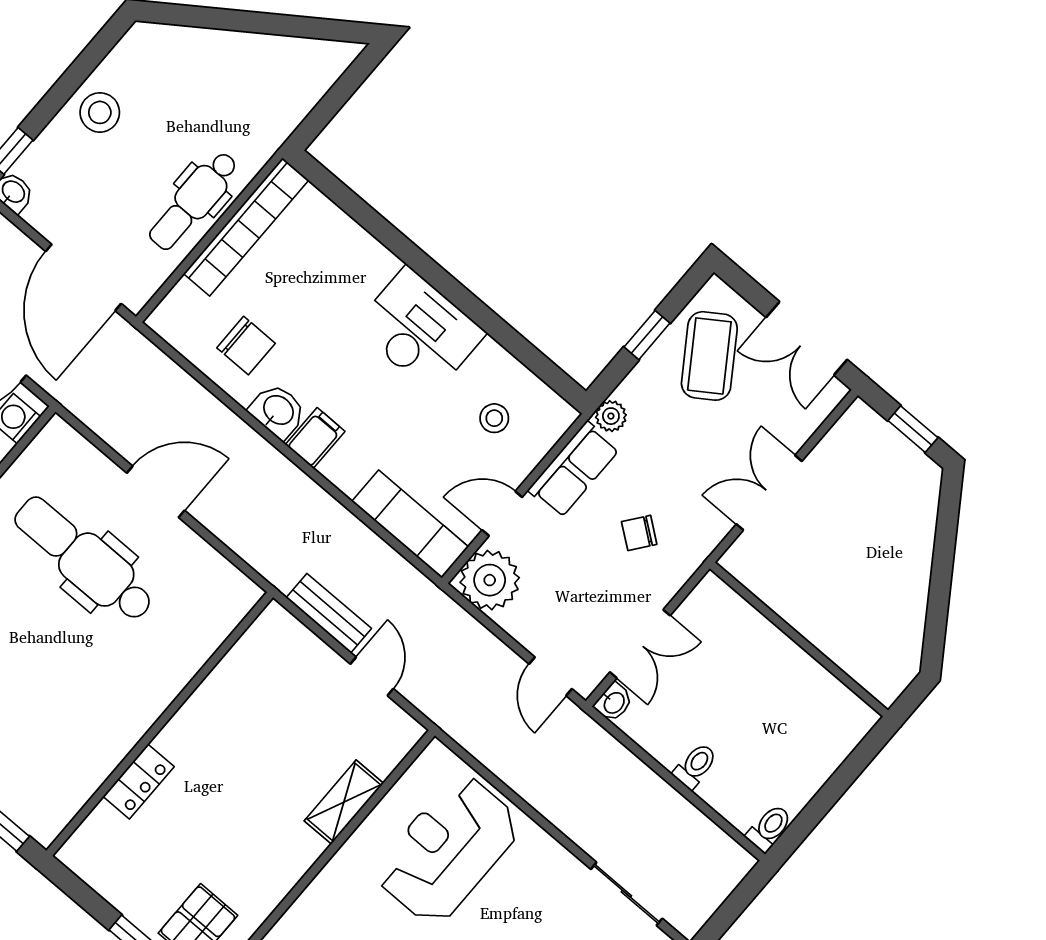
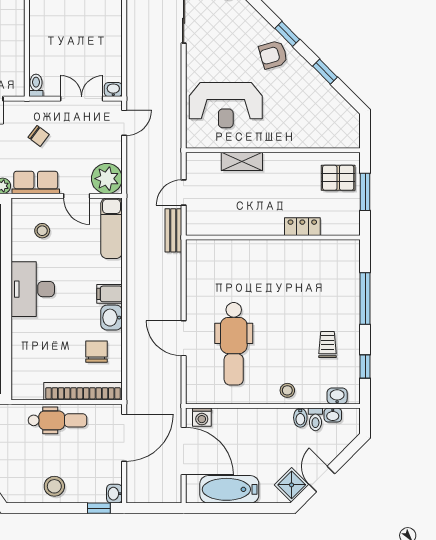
bookcase: (246, 227) -> (83, 391), moved
wall: (160, 724) -> (273, 237), moved
toilet: (695, 766) -> (36, 85), moved, turned 90
locker: (139, 782) -> (302, 227), moved

